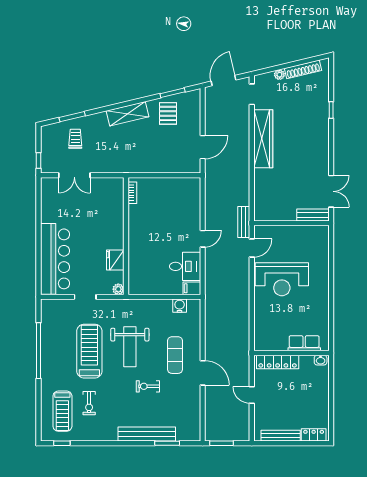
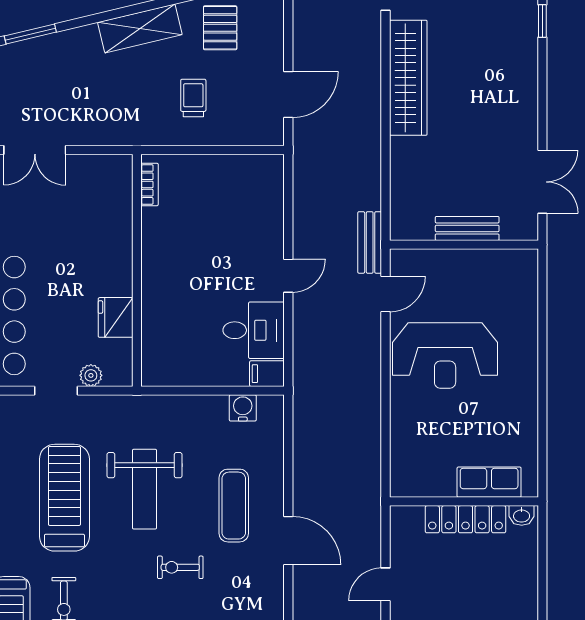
trolley: (75, 139) -> (193, 98), moved
bench: (313, 215) -> (467, 228), moved
plant: (118, 289) -> (91, 375), moved
locker: (278, 362) -> (465, 519), moved
door: (252, 395) -> (386, 584), hinge flipped

